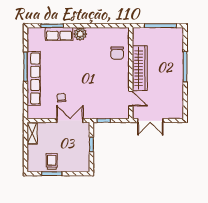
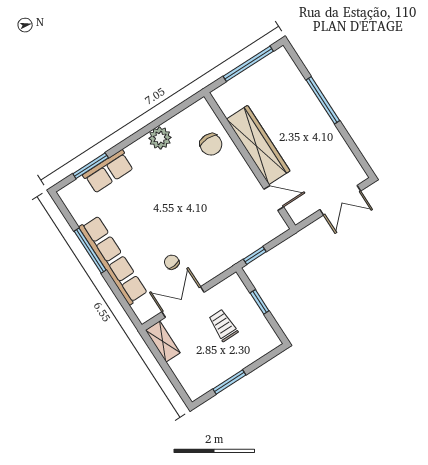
plant: (80, 34) -> (160, 138), moved
double door: (70, 121) -> (183, 302), moved
double door: (150, 121) -> (340, 200), moved
trolley: (52, 161) -> (223, 325), moved

